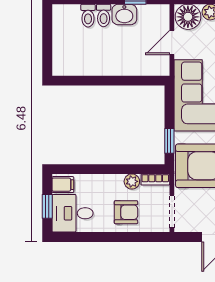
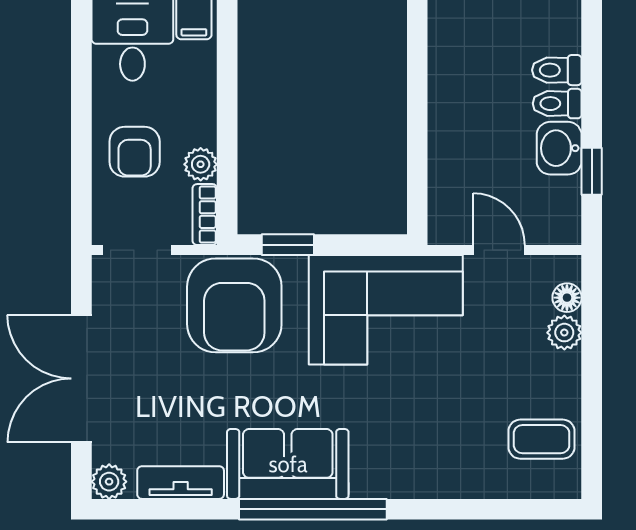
floor lamp: (188, 17) -> (567, 298), width x0.53, depth x0.53

